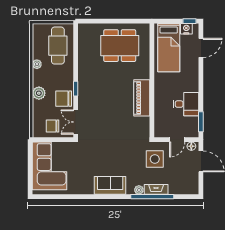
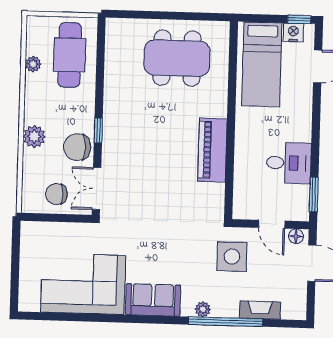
plant: (37, 64) -> (33, 64), moved
door: (177, 140) -> (272, 224), hinge flipped
corner sofa: (49, 166) -> (83, 284), moved, turned -90
fireplace: (156, 189) -> (260, 310), moved

